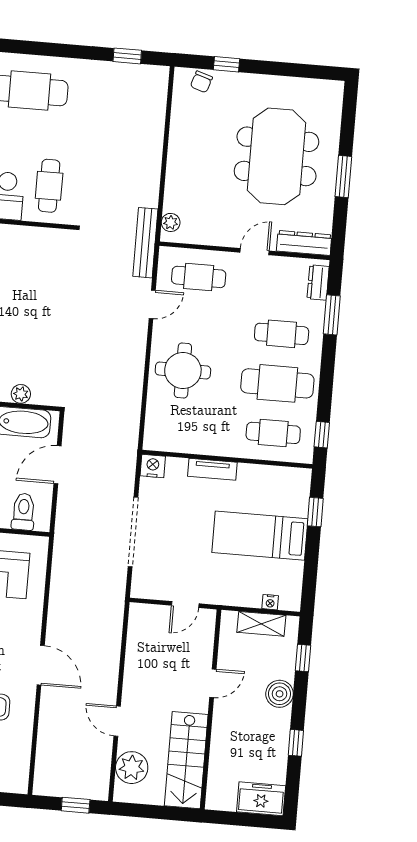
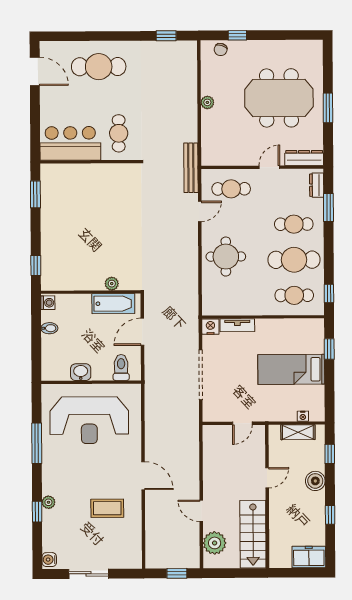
meeting table: (276, 156) -> (279, 98), turned 90
plant: (171, 222) -> (207, 102), moved
tv unit: (212, 469) -> (237, 325), moved

